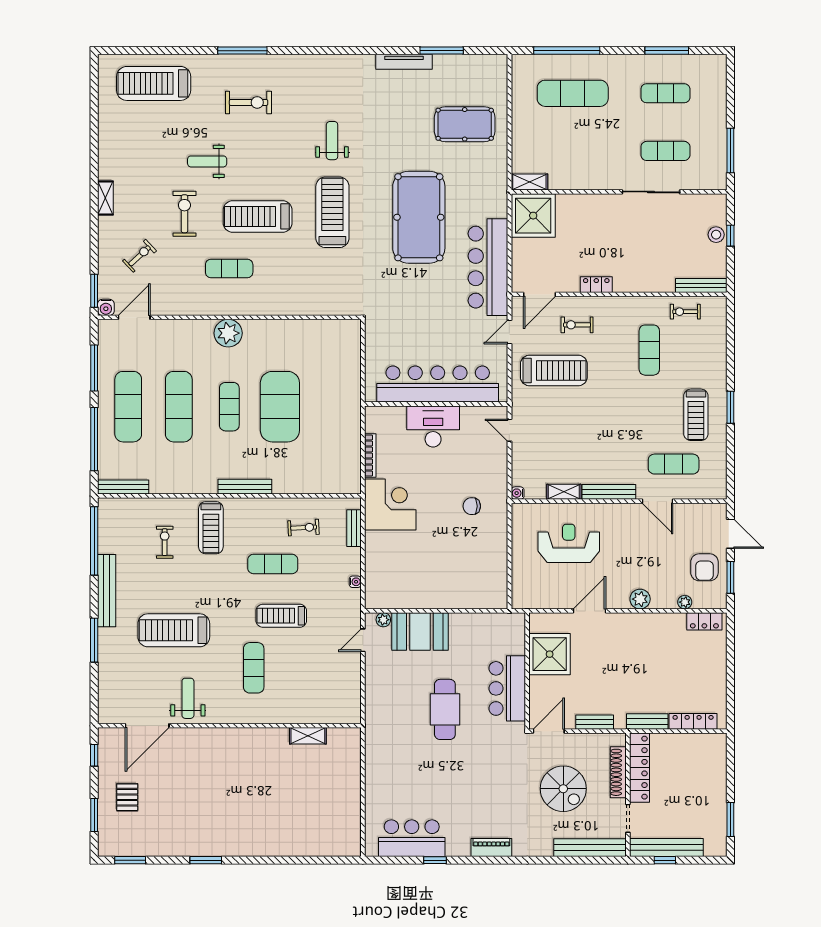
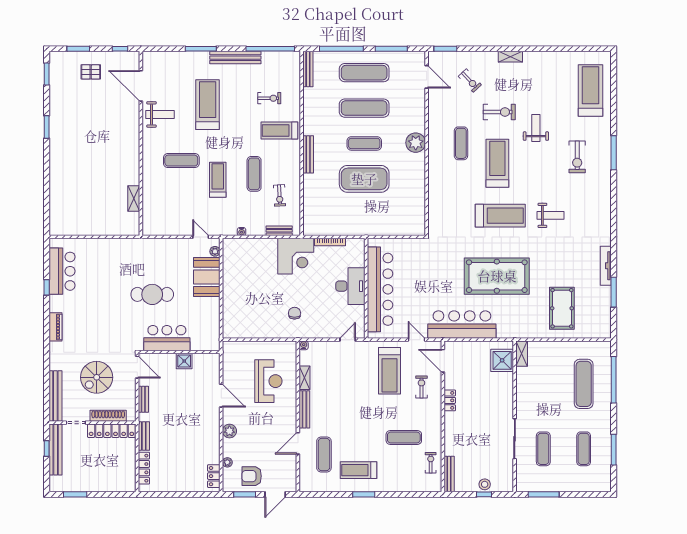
shower: (533, 216) -> (502, 360), width x0.73, depth x0.73
water cooler: (106, 307) -> (434, 57), removed
shower: (550, 654) -> (184, 361), width x0.54, depth x0.54

